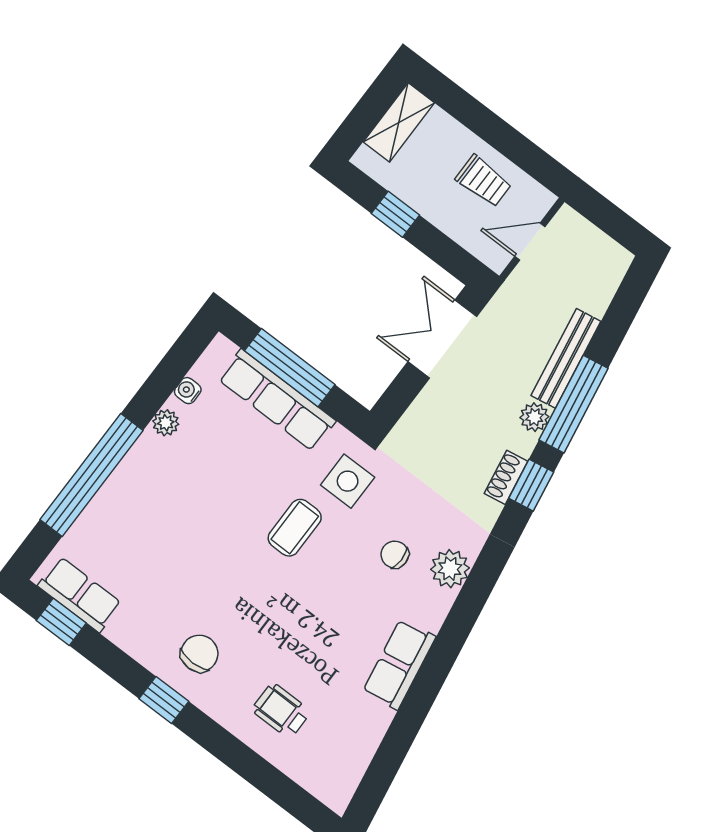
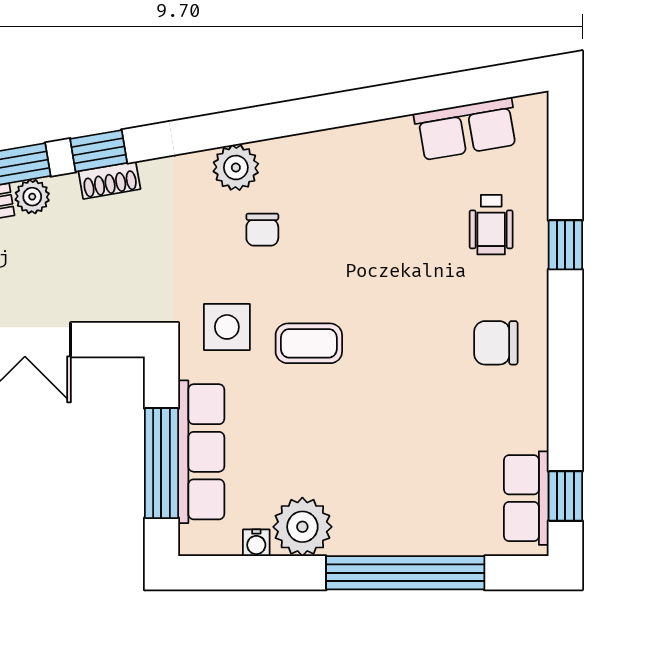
plant: (166, 423) -> (302, 527), width x1.88, depth x1.88
row of seats: (399, 664) -> (466, 129), moved
window: (164, 700) -> (565, 245), moved

